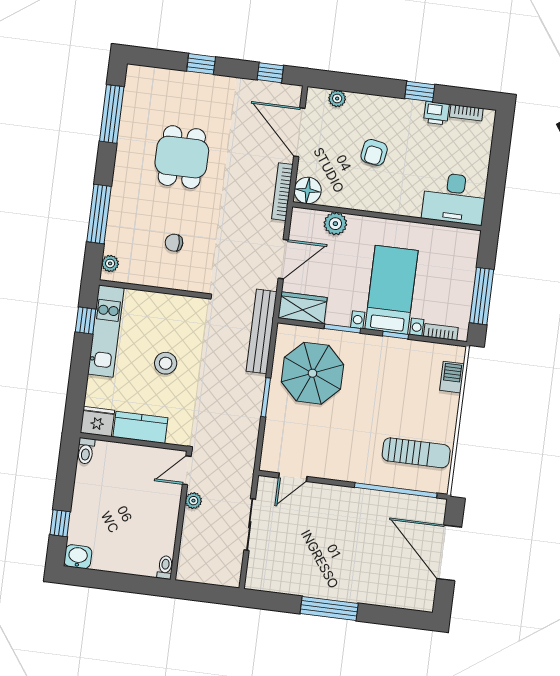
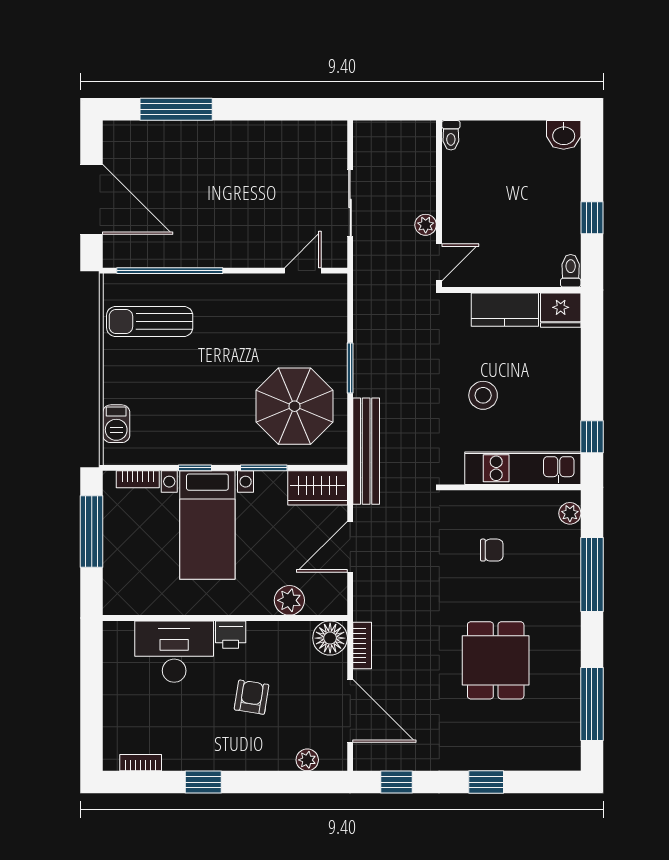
printer: (436, 113) -> (231, 635), moved, turned 180
bookcase: (282, 192) -> (362, 646), width x0.64
desk: (454, 198) -> (174, 652), moved
kitchen unit: (106, 331) -> (523, 468), moved, turned 90
window: (60, 523) -> (592, 218), moved
window: (329, 608) -> (176, 109), moved

